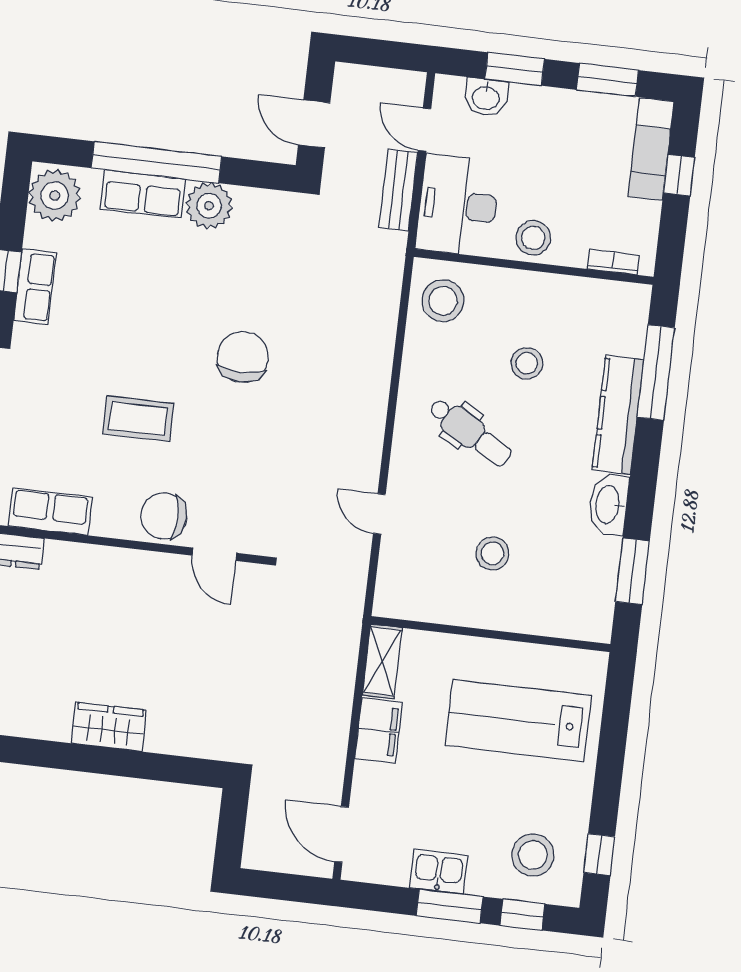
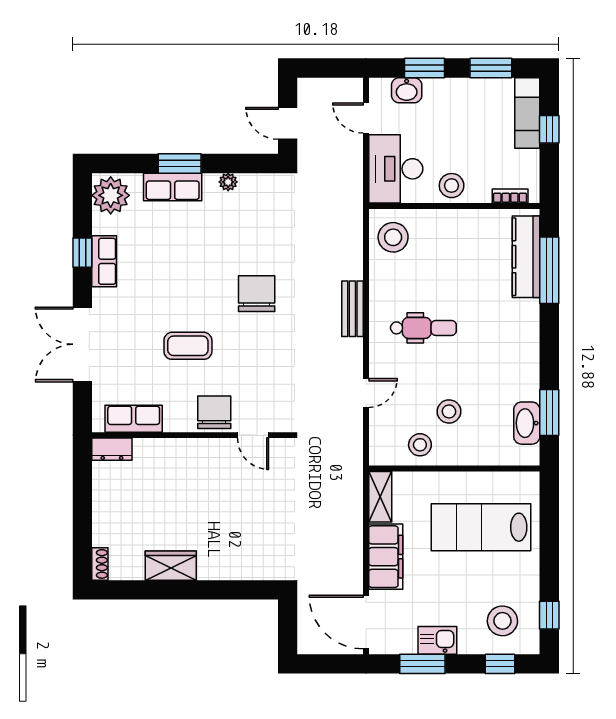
window: (156, 162) -> (180, 163), width x0.47
bench: (398, 190) -> (352, 309), moved
plant: (209, 206) -> (228, 182), width x0.53, depth x0.53
stool: (527, 363) -> (420, 445), moved
kitchen counter: (618, 415) -> (526, 257), moved
dental chair: (470, 432) -> (423, 328), turned -30
washbasin: (608, 504) -> (527, 423), moved
door: (379, 514) -> (366, 393), swing flipped
chair: (164, 516) -> (214, 412), turned 90
wardrobe: (109, 727) -> (171, 566), moved
filing cabinet: (379, 730) -> (386, 557), width x1.50, depth x1.17
door: (342, 834) -> (366, 622), width x1.36
window: (450, 906) -> (422, 664), moved

